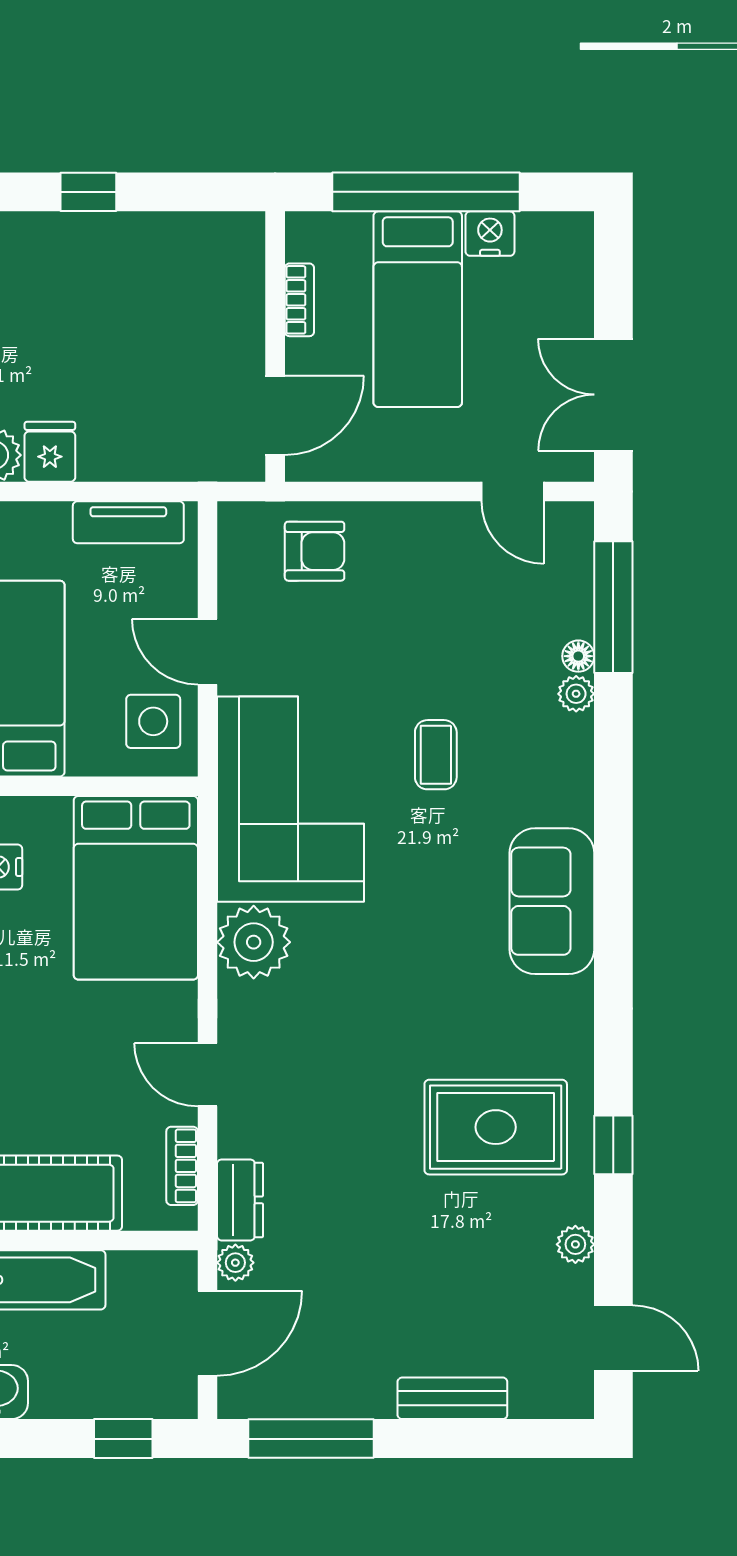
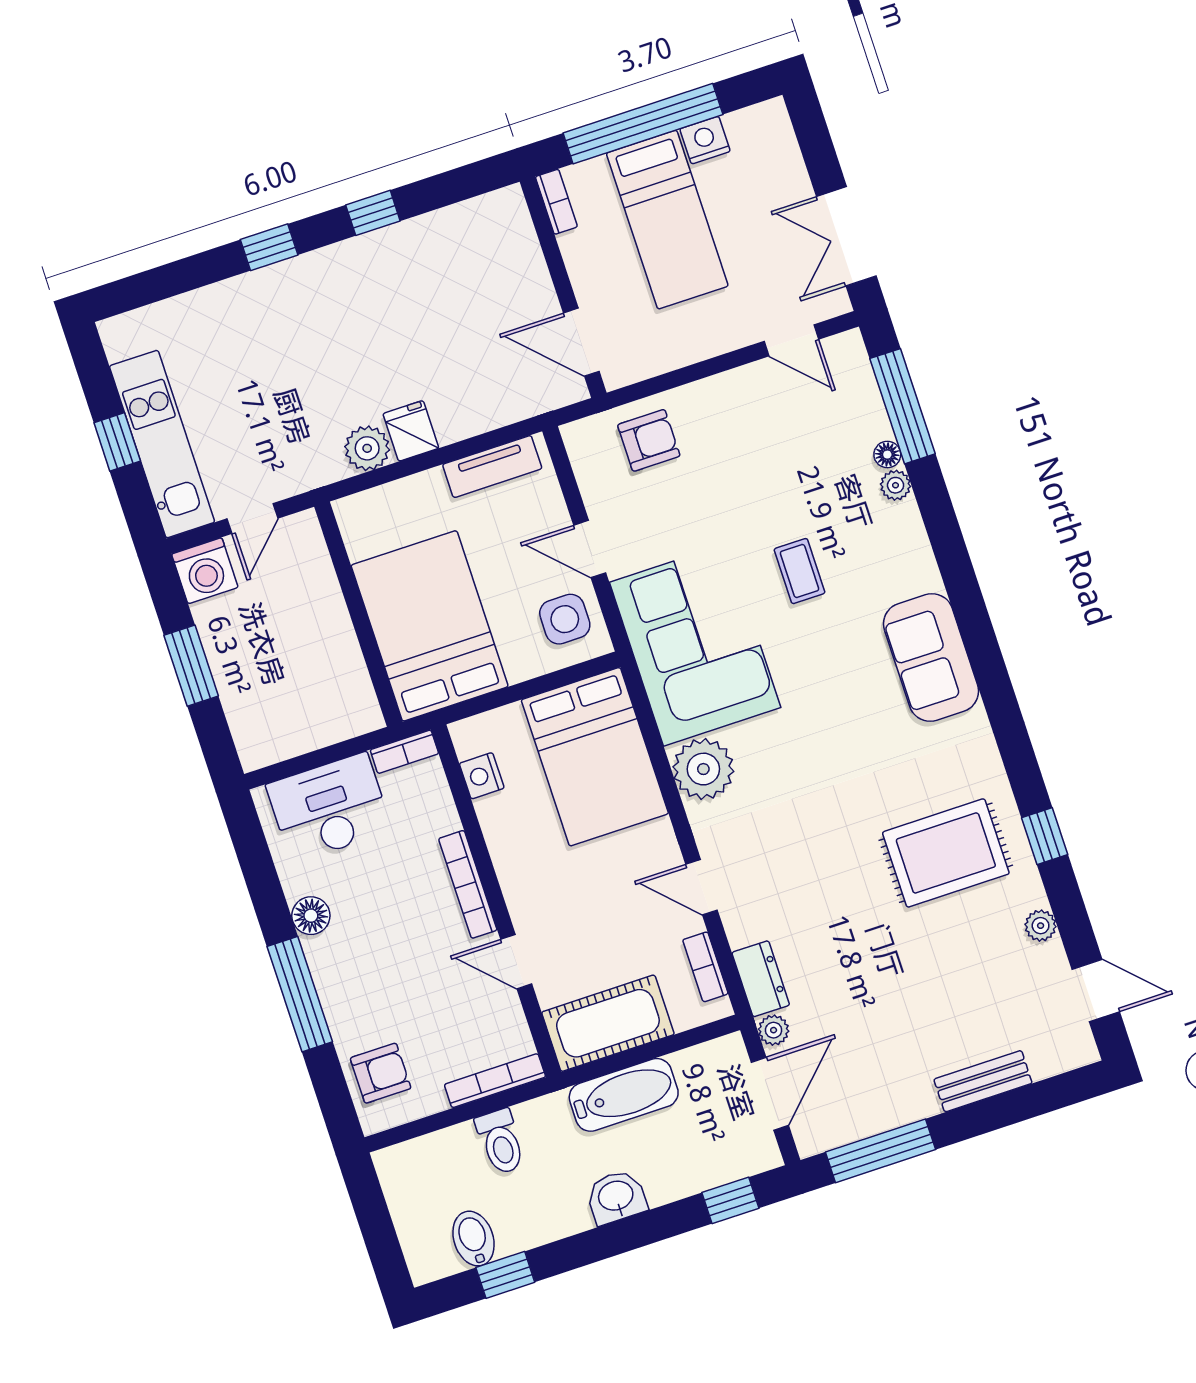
bookcase: (299, 300) -> (556, 202), moved
door: (275, 415) -> (581, 342), swing flipped

